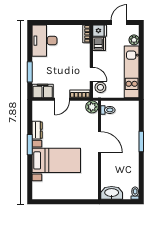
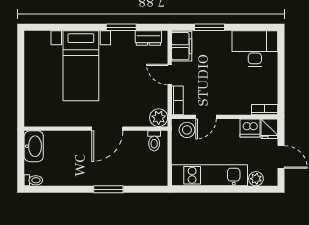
dresser: (37, 130) -> (148, 38), moved
window: (30, 145) -> (121, 27), moved

